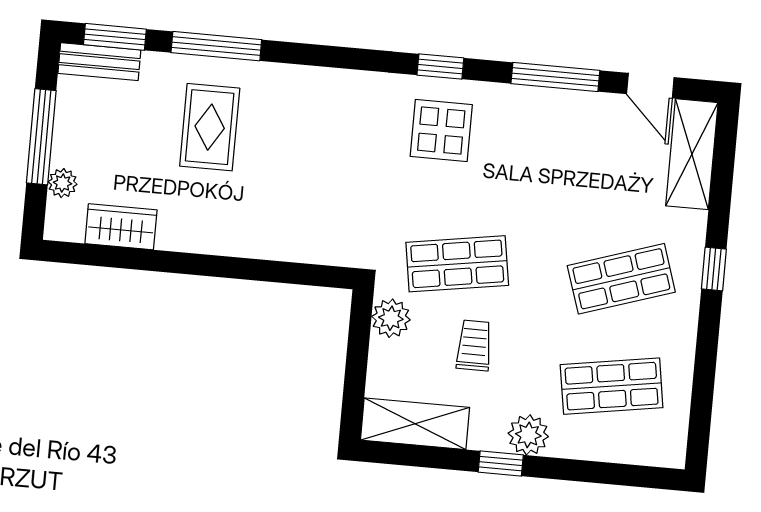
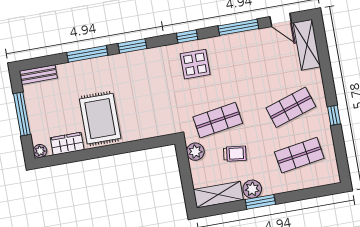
window: (115, 37) -> (132, 46), moved
rug: (210, 127) -> (100, 119), moved, width x1.36, depth x1.43
plant: (63, 183) -> (40, 151), moved
window: (714, 269) -> (334, 115), moved
trolley: (474, 345) -> (235, 154), turned 97
plant: (528, 435) -> (252, 189), moved
window: (501, 464) -> (260, 202), width x1.50

